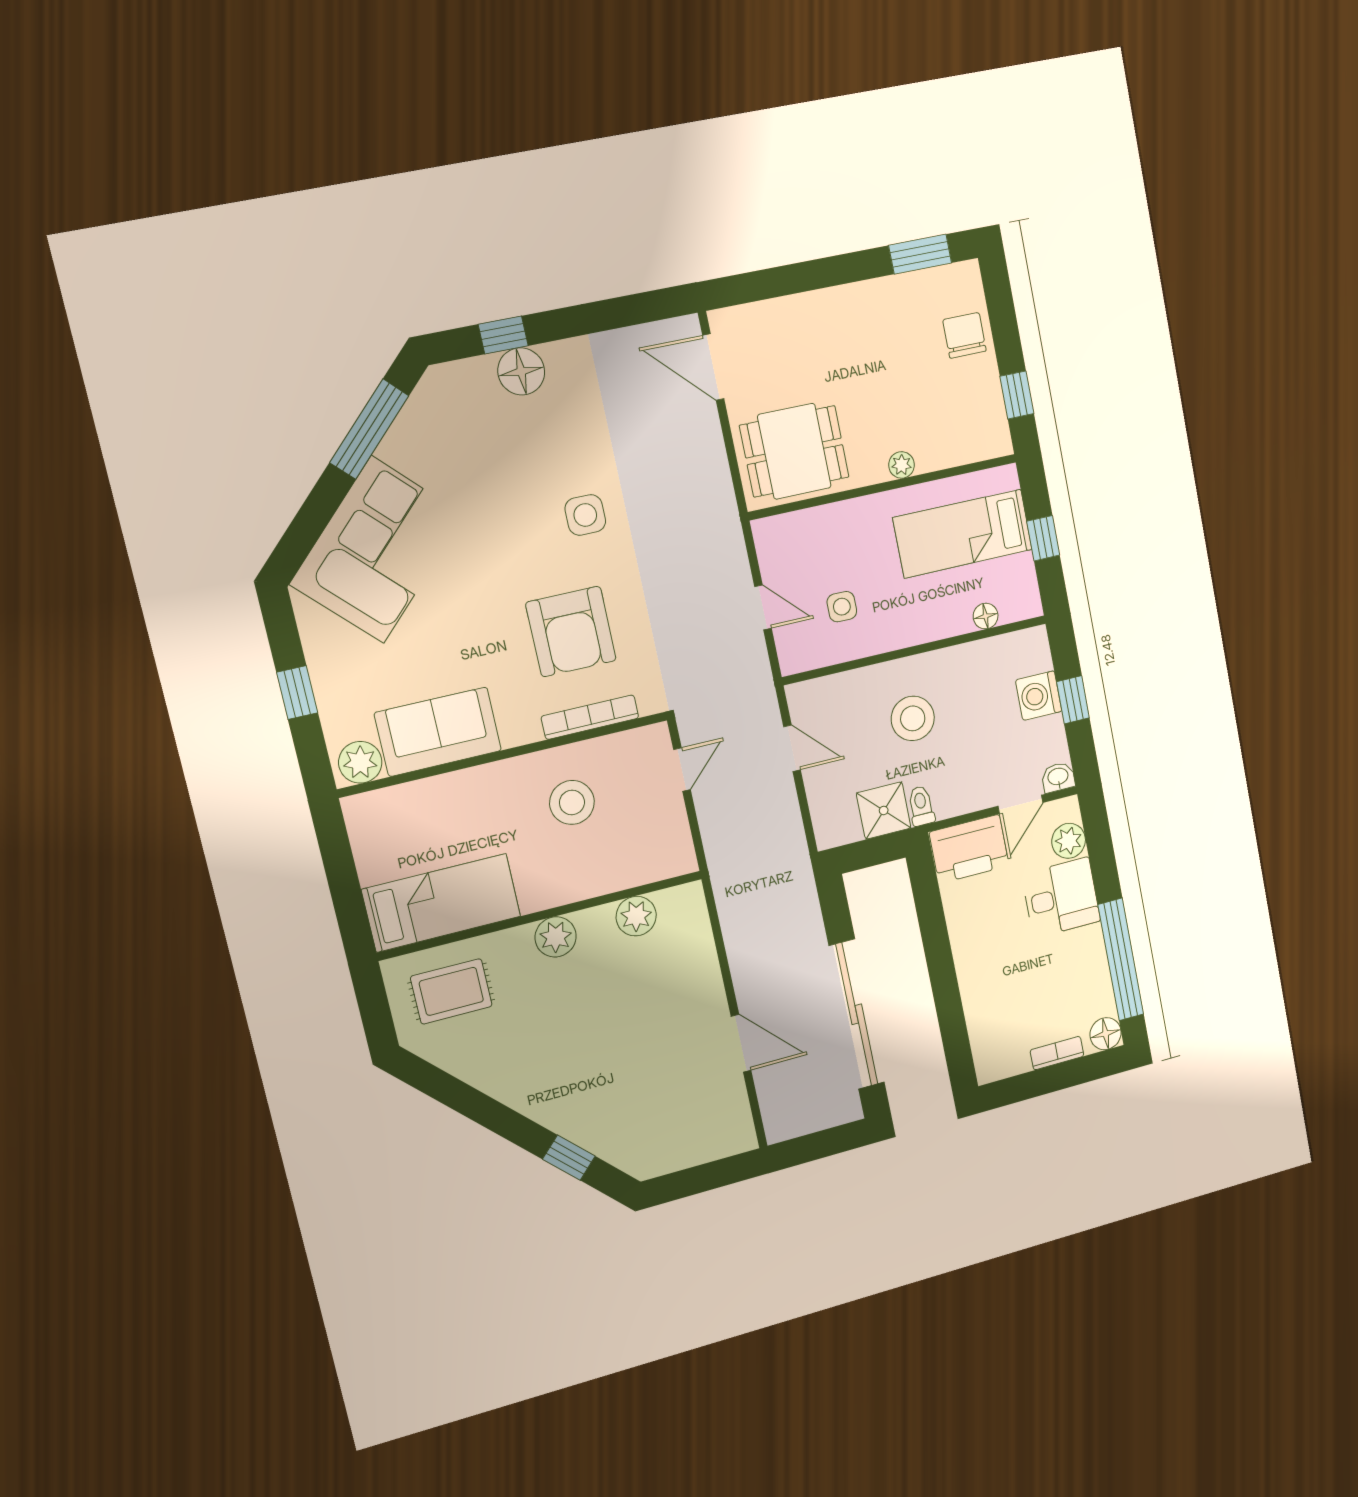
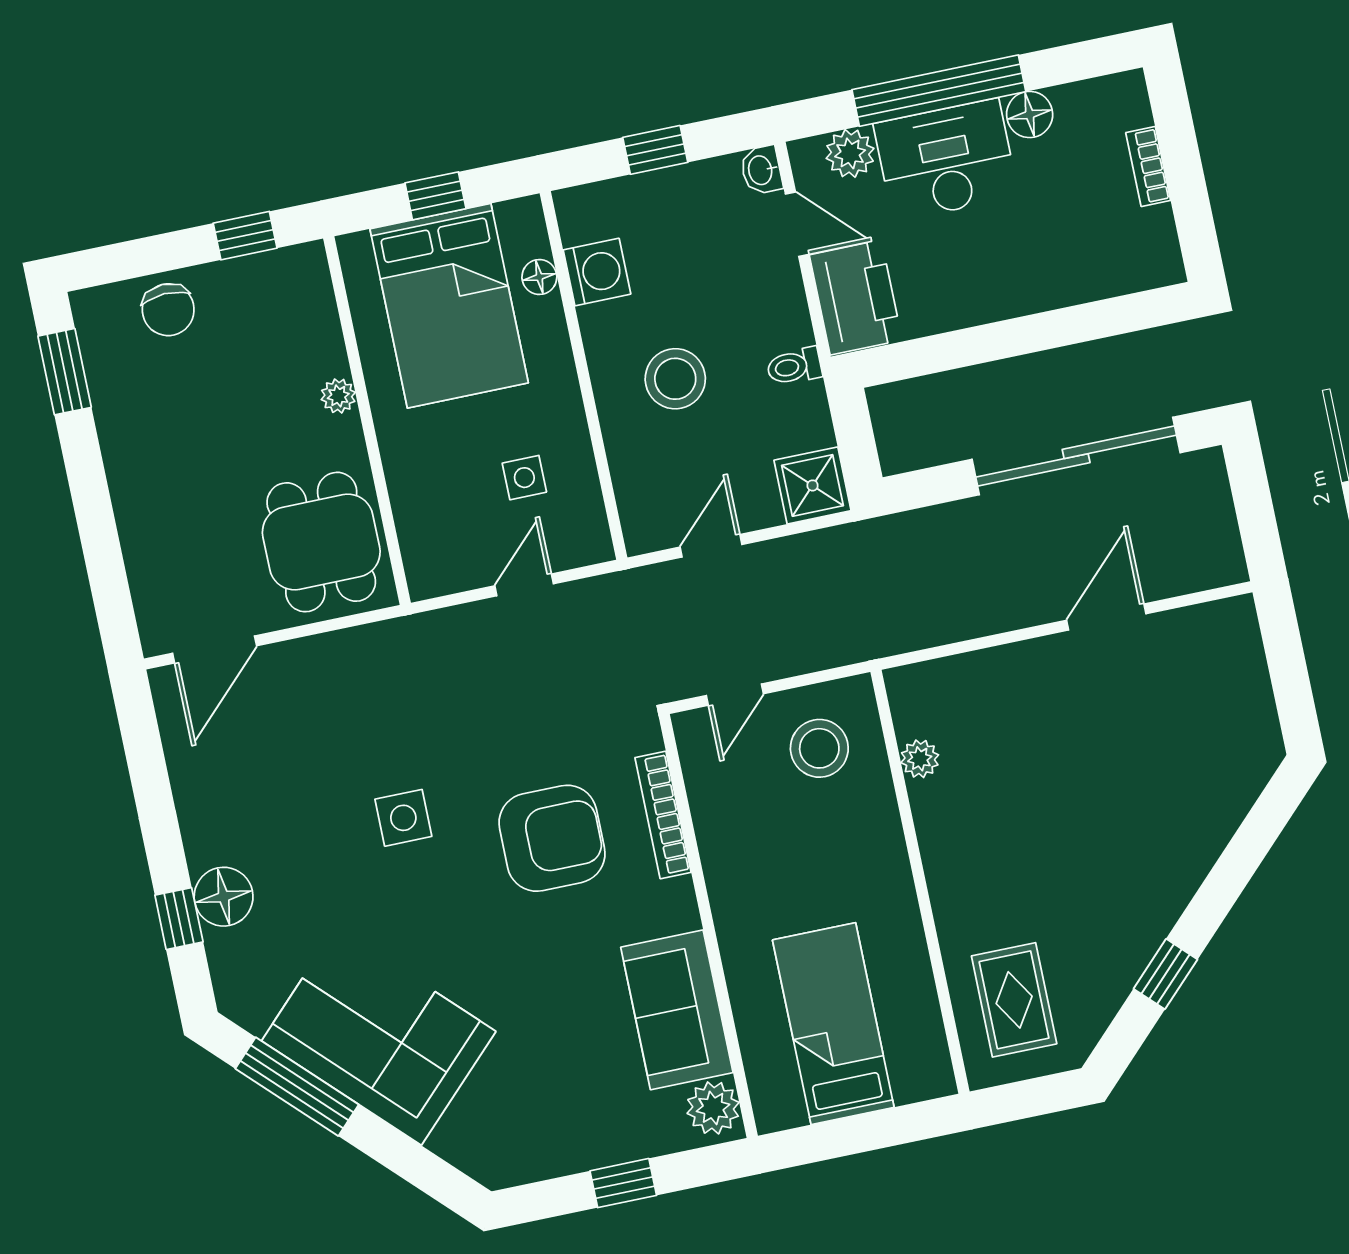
chair: (964, 335) -> (168, 310), turned -92
bed: (963, 534) -> (449, 306), width x1.50
corner sofa: (377, 550) -> (379, 1036), moved
washing machine: (1039, 696) -> (597, 272), moved, turned -90
door: (682, 770) -> (735, 695), swing flipped
stool: (572, 802) -> (819, 748), moved
shower: (884, 810) -> (813, 485), moved
desk: (1061, 898) -> (946, 160), width x1.37
bed: (441, 903) -> (833, 1024), moved
plant: (636, 916) -> (920, 759), width x0.73, depth x0.73
plant: (556, 937) -> (949, 864), removed
window: (1121, 959) -> (939, 91), moved
floor lamp: (1106, 1034) -> (1030, 114), moved
window: (569, 1158) -> (1165, 974), moved

